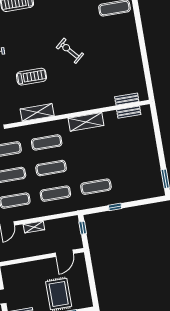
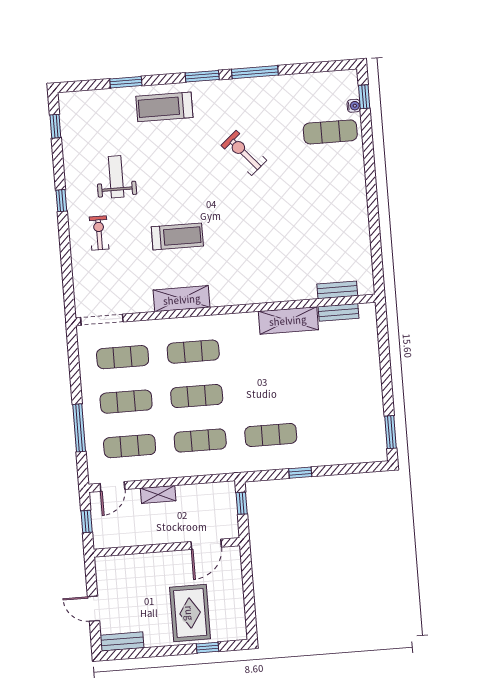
exercise bike: (70, 51) -> (244, 153), moved
shelving: (86, 122) -> (288, 320), moved

